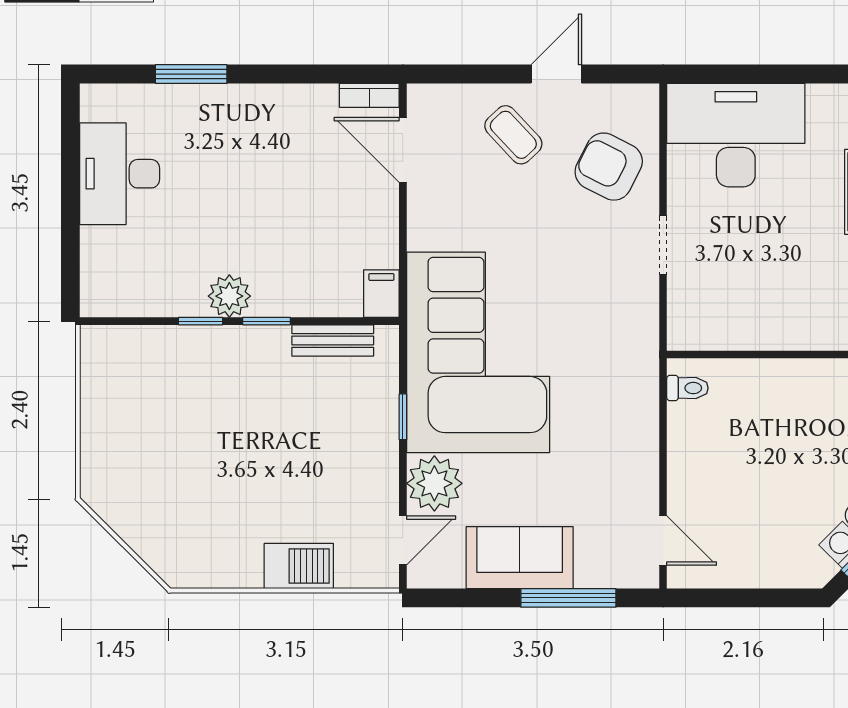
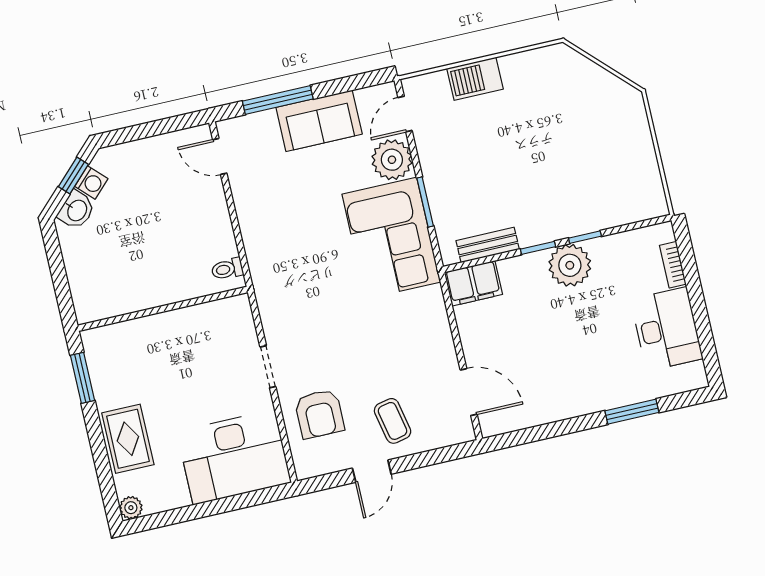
bookcase: (369, 95) -> (673, 265), moved, turned -90
coffee table: (513, 135) -> (393, 421), turned 31
armchair: (609, 167) -> (319, 414), turned 63
filing cabinet: (381, 294) -> (473, 283), width x2.00
plant: (229, 296) -> (570, 265), width x1.36, depth x1.36
corner sofa: (478, 352) -> (391, 238), width x0.73, depth x0.74
window: (403, 417) -> (425, 202), width x1.50

